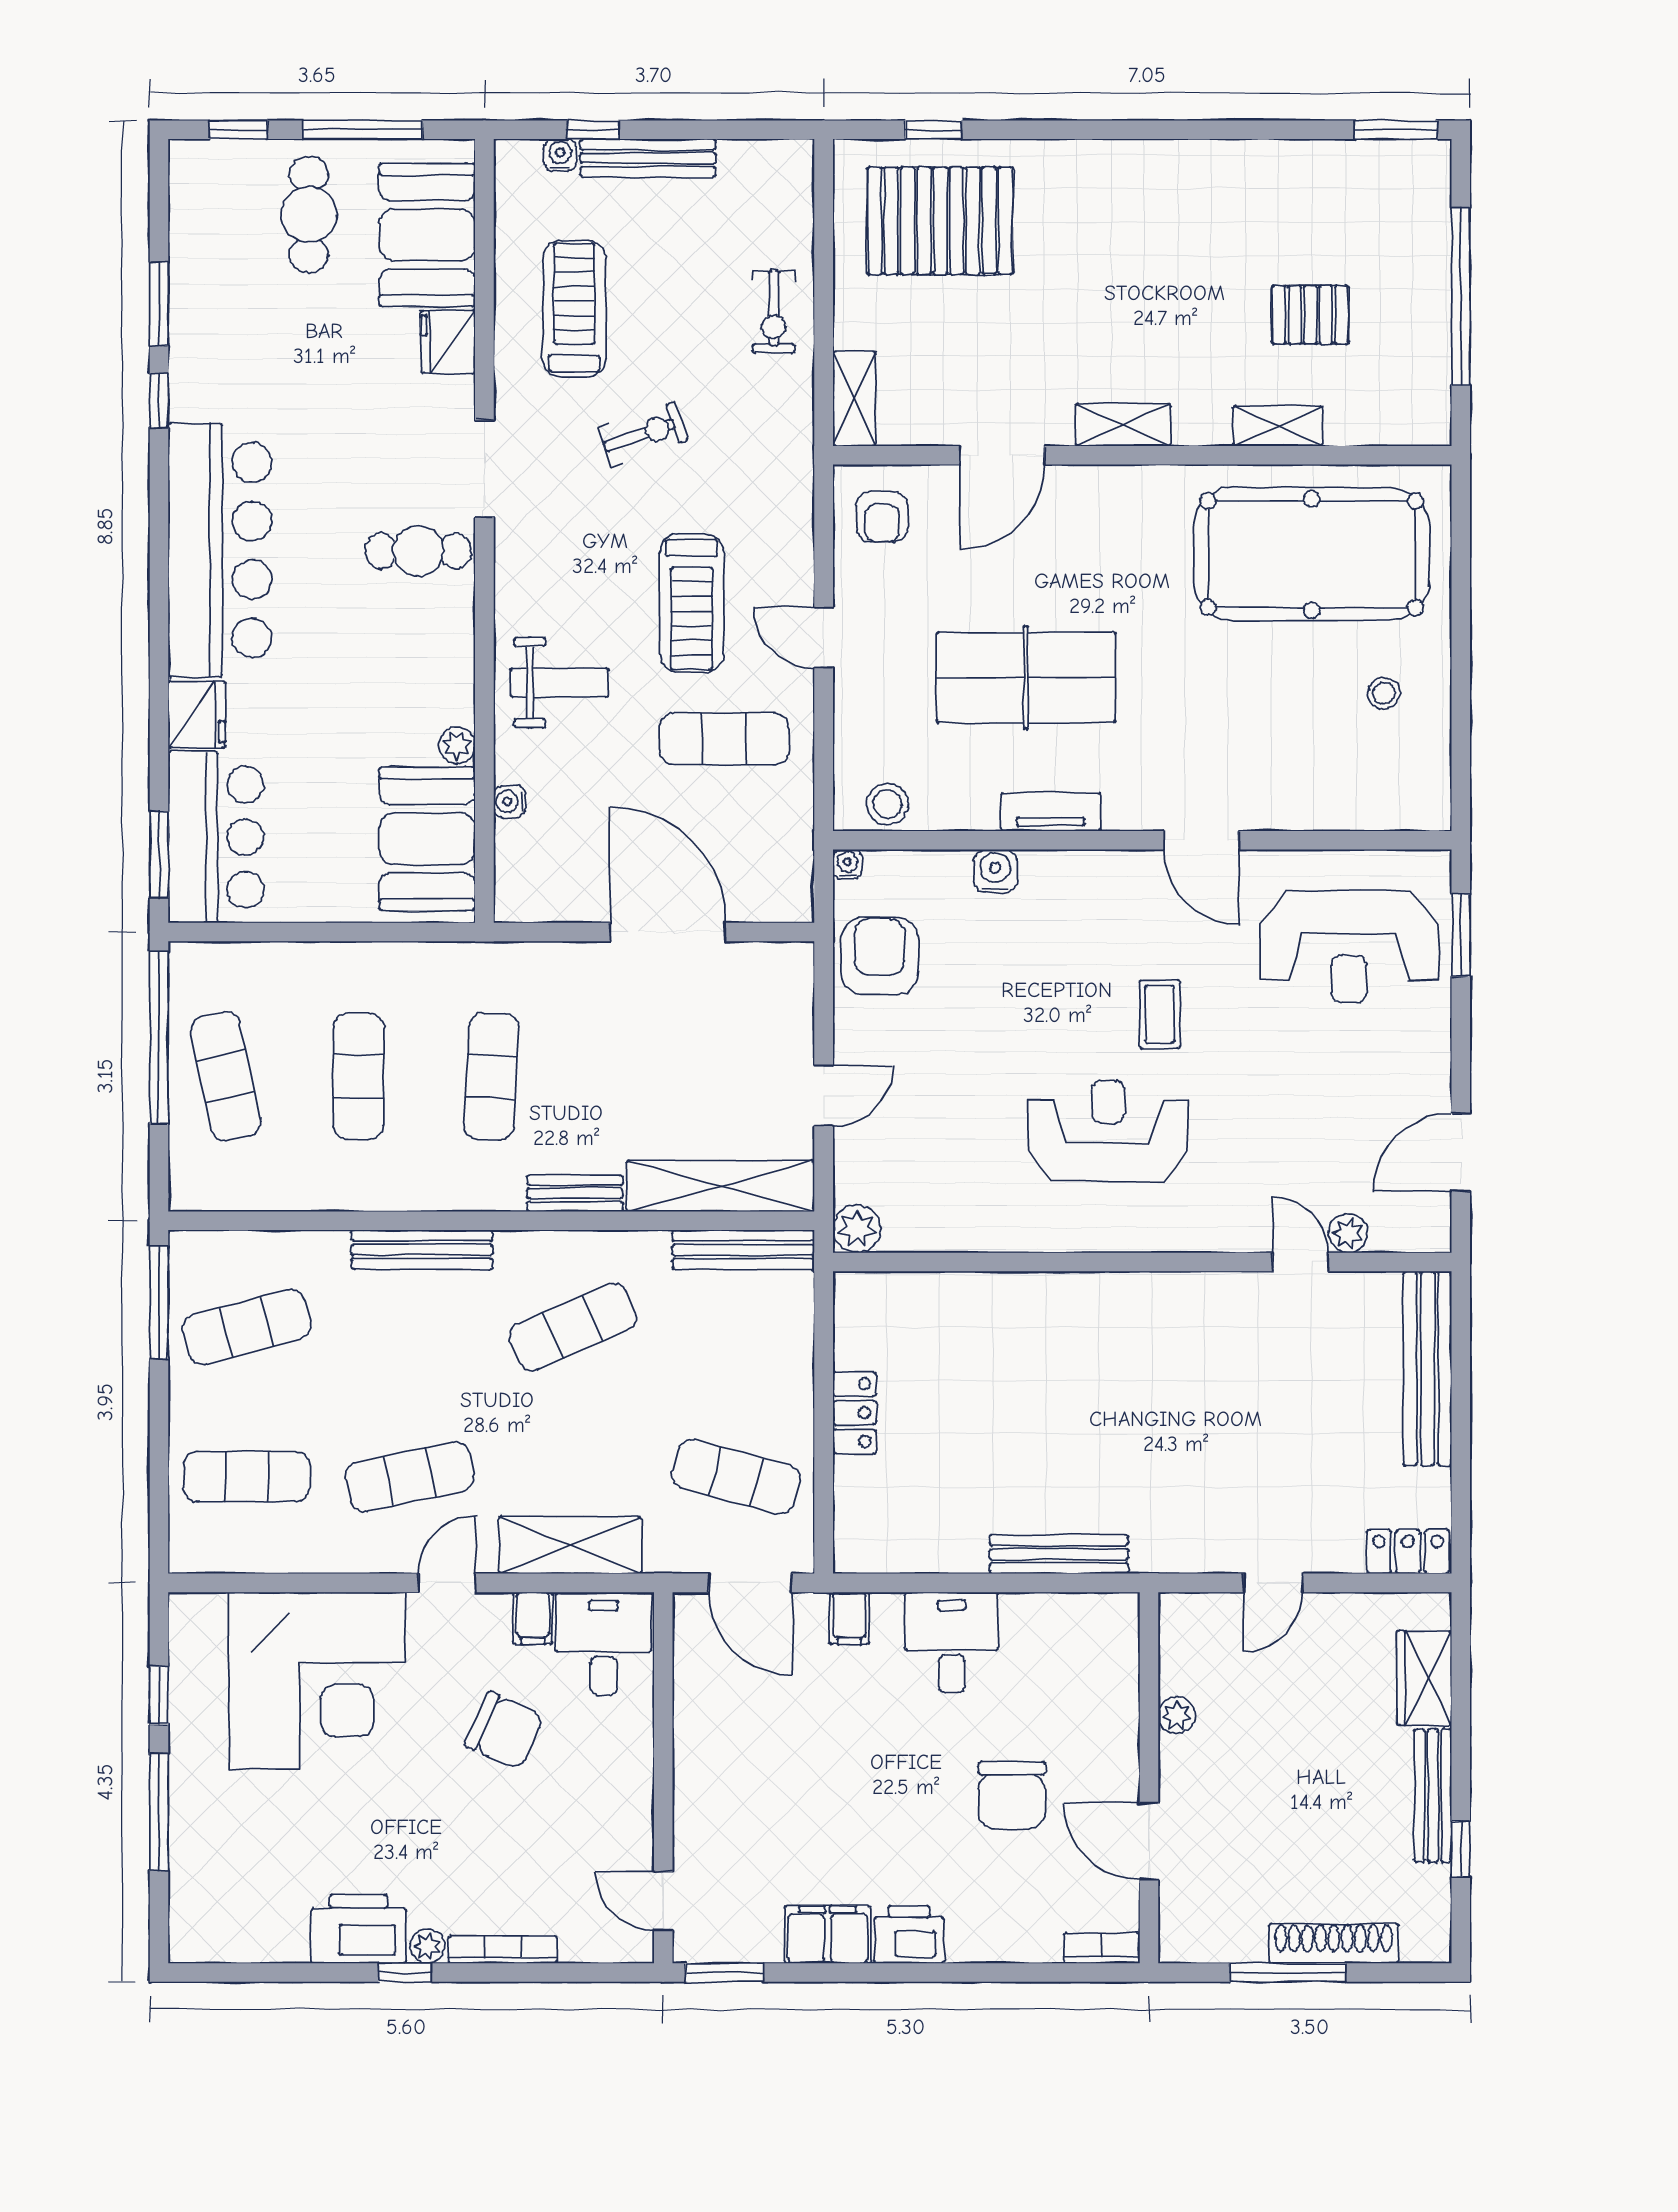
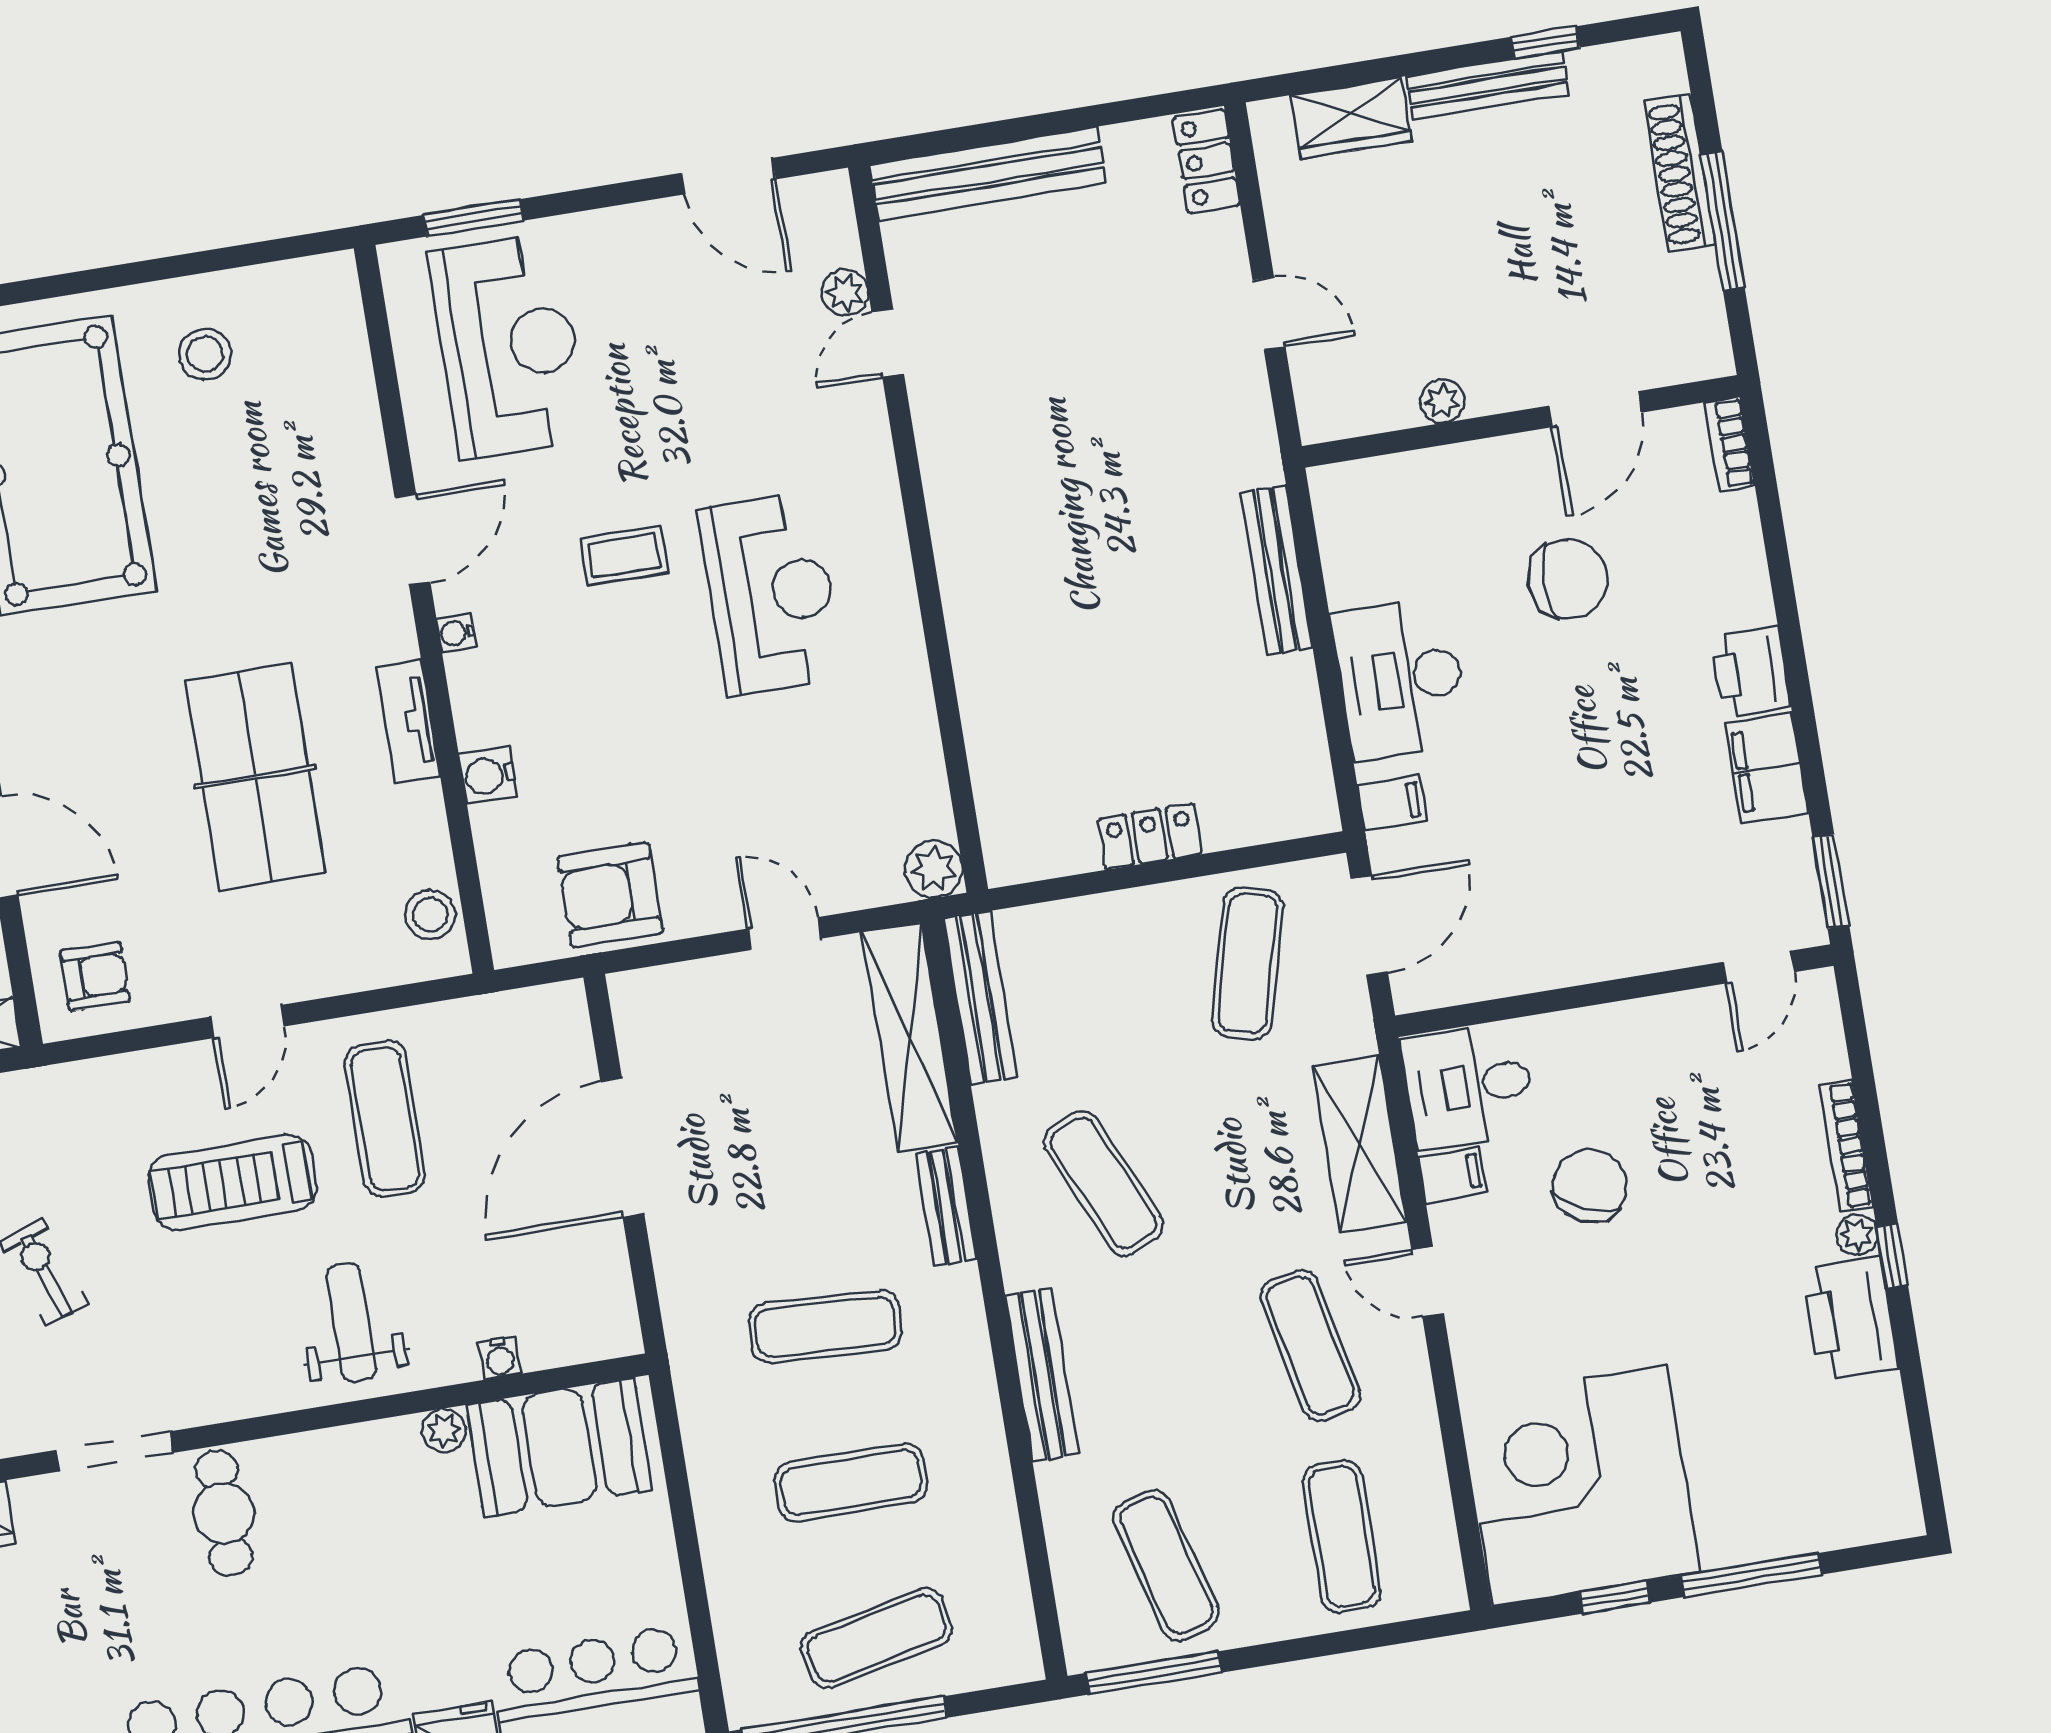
treadmill: (692, 603) -> (233, 1183), turned 180
stool: (1384, 693) -> (205, 354), width x1.37, depth x1.37
water cooler: (847, 864) -> (456, 633), moved
reception desk: (1108, 1131) -> (771, 594), turned 180
desk: (952, 1642) -> (1400, 679), width x1.37
corner desk: (317, 1680) -> (1580, 1486), moved, turned -90

